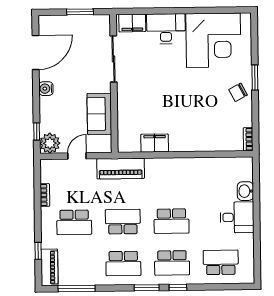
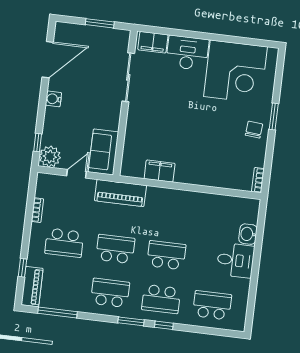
chair: (238, 92) -> (254, 130), turned 123
sofa: (99, 114) -> (103, 152), moved
school desk: (172, 221) -> (166, 255), turned 180
school desk: (123, 264) -> (110, 293), turned 180

